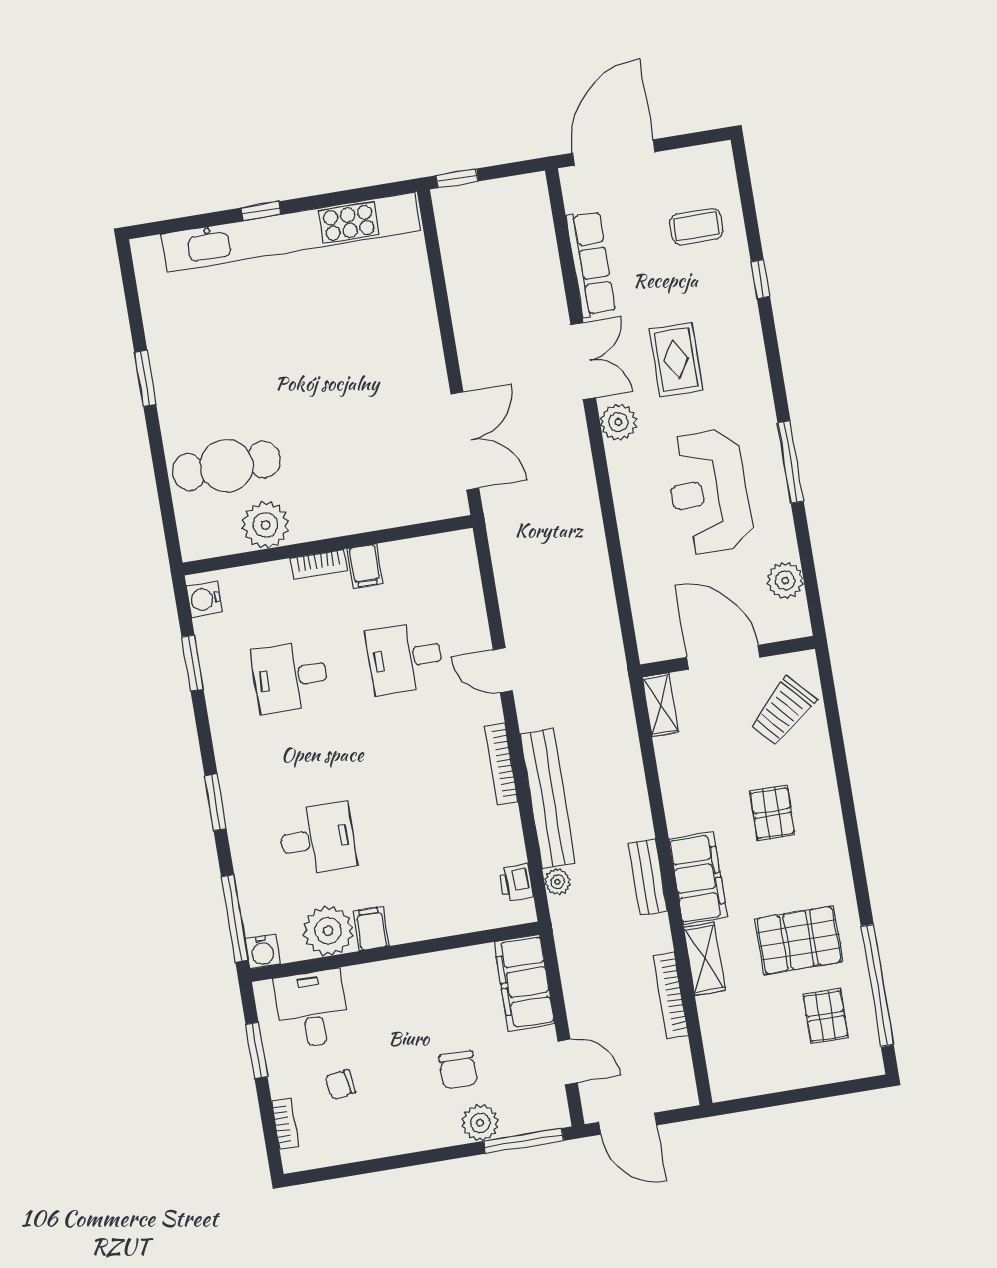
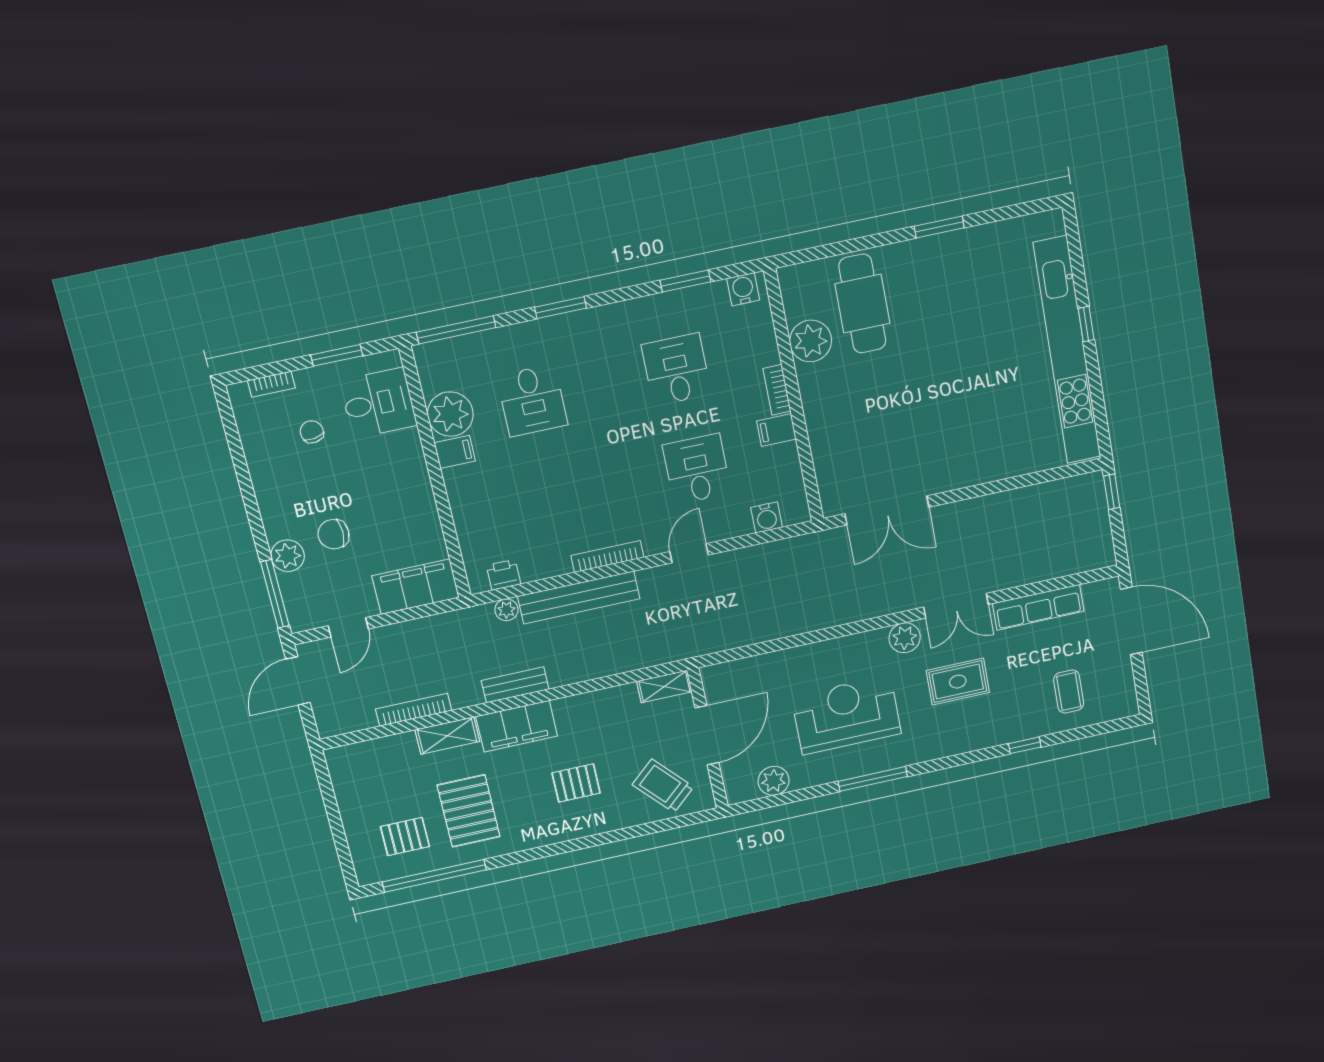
water cooler: (263, 951) -> (767, 517), moved, turned -90

